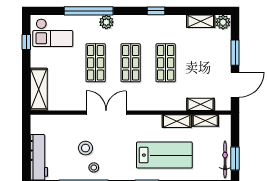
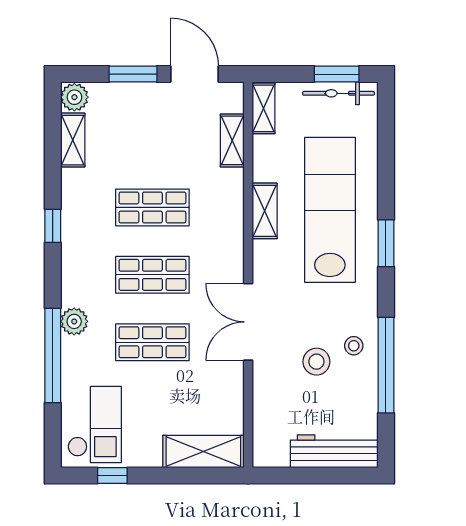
shelving: (177, 121) -> (265, 211), moved
shelving: (205, 121) -> (263, 108), moved
lab bench: (164, 155) -> (330, 210), width x1.36

